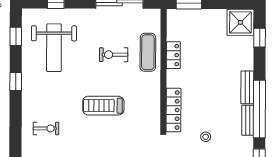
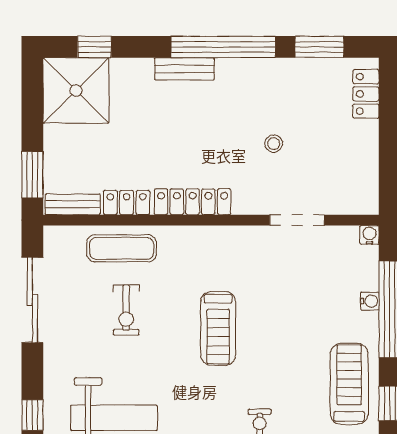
shower: (240, 22) -> (76, 90), width x1.37, depth x1.37
locker: (174, 110) -> (193, 202), moved
bench: (248, 120) -> (73, 204), moved

